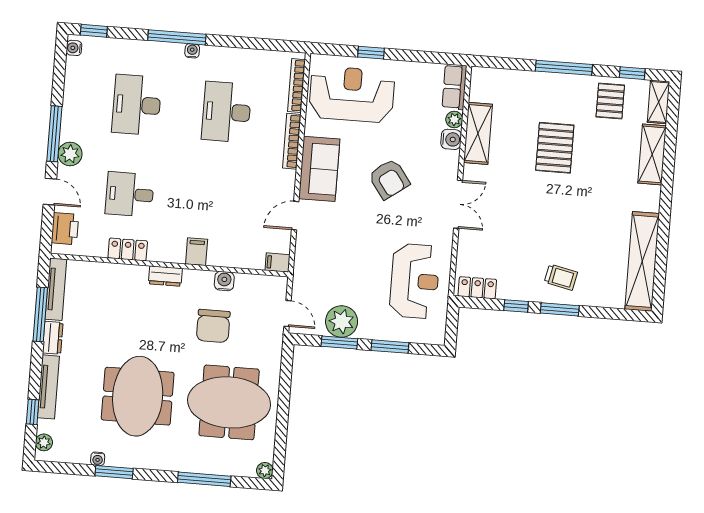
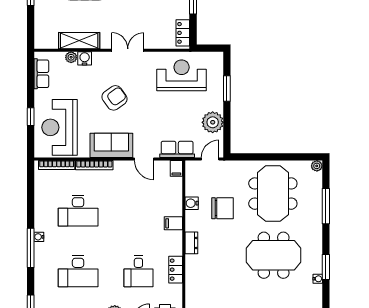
row of seats: (454, 87) -> (41, 74), moved, turned -90
row of seats: (306, 266) -> (177, 149), added
window: (339, 343) -> (227, 123), removed

